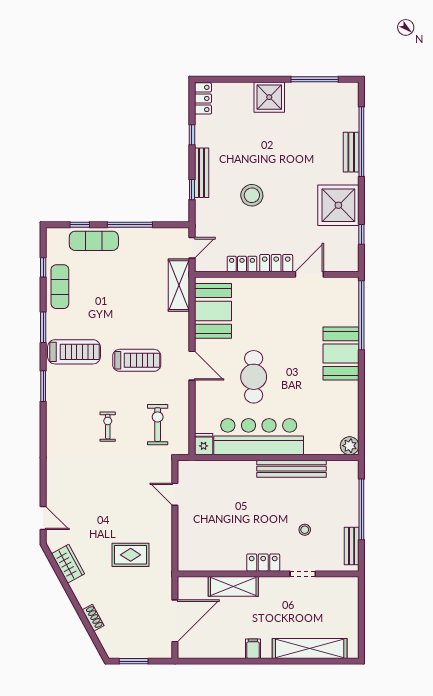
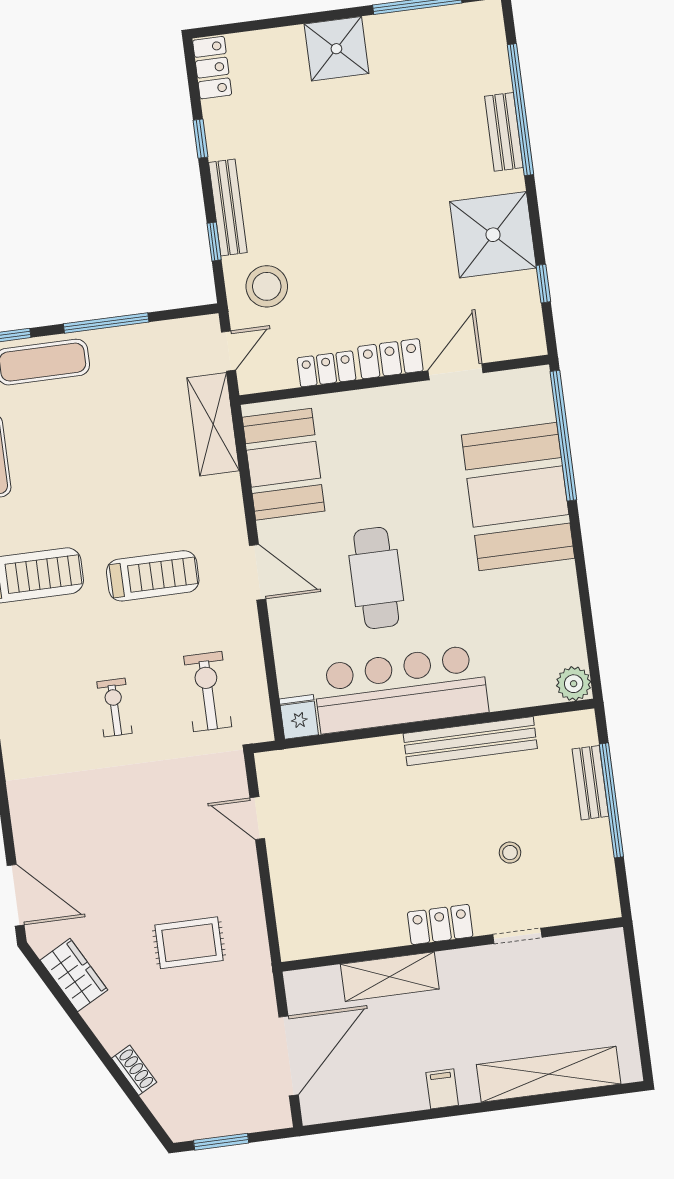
stool: (252, 195) -> (267, 286), moved
booth: (341, 354) -> (518, 497), width x1.36, depth x1.42
door: (43, 518) -> (16, 895), width x1.37
bench: (352, 546) -> (590, 783), moved

